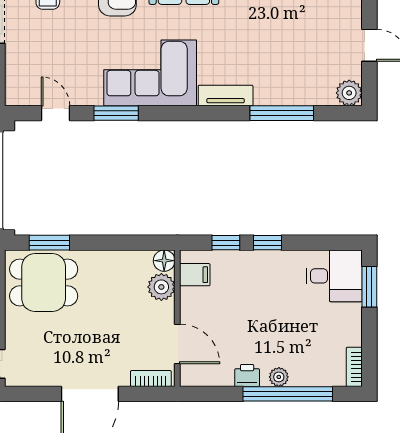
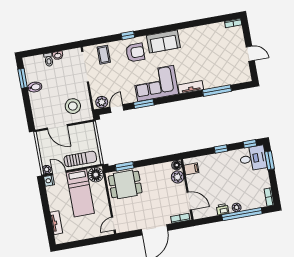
plant: (349, 93) -> (102, 102), moved
door: (55, 113) -> (117, 109), hinge flipped
window: (226, 243) -> (250, 144), moved

